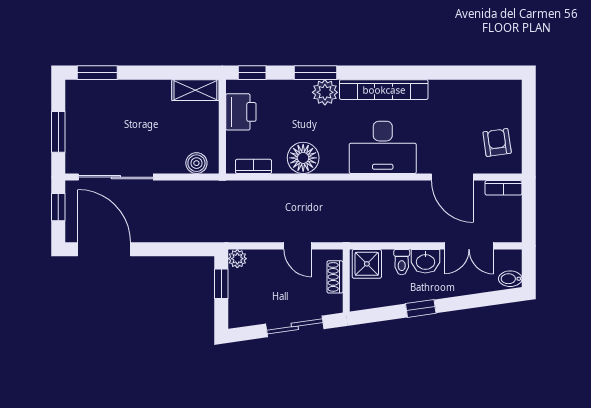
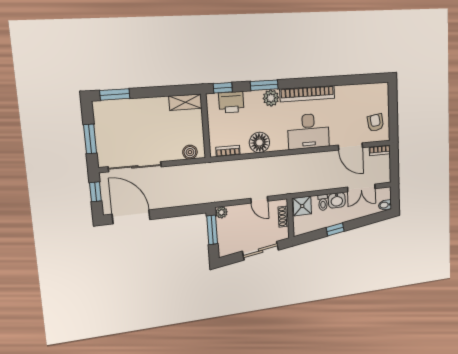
printer: (241, 112) -> (231, 102), moved, turned 90
window: (221, 284) -> (212, 230), width x1.50

